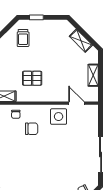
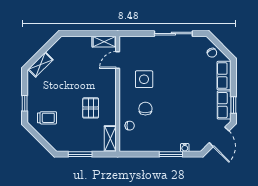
shelving: (81, 41) -> (40, 65), moved
shelving: (93, 75) -> (104, 42), moved
side table: (59, 117) -> (144, 79), moved

